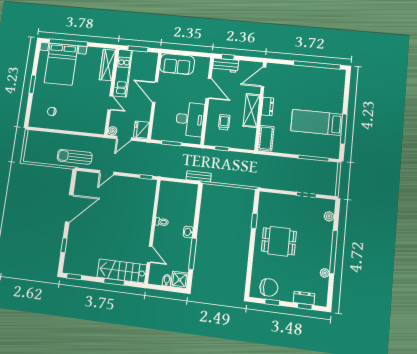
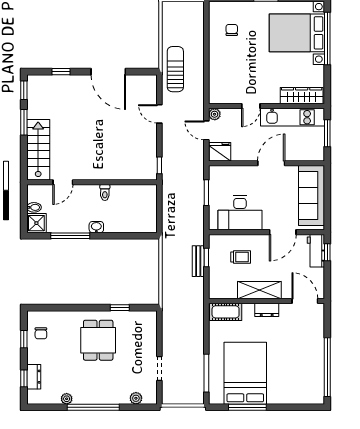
sofa: (177, 64) -> (312, 196), width x1.36
bed: (317, 122) -> (245, 373), width x1.50
bench: (199, 176) -> (198, 261), moved
window: (114, 282) -> (24, 122), moved
chair: (269, 287) -> (41, 333), width x0.54, depth x0.54

